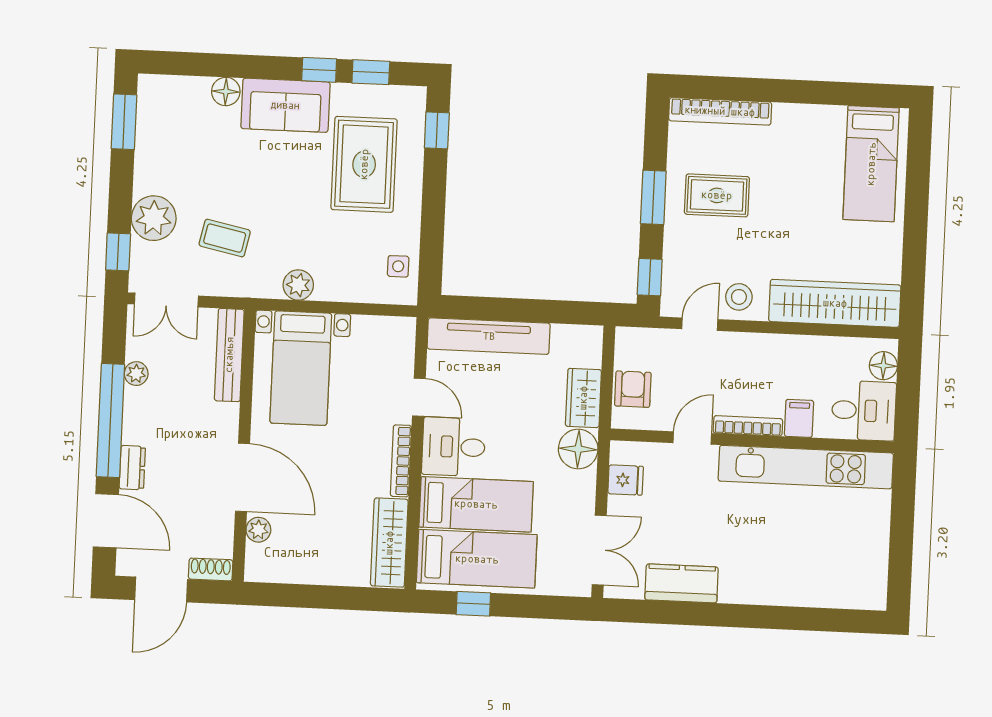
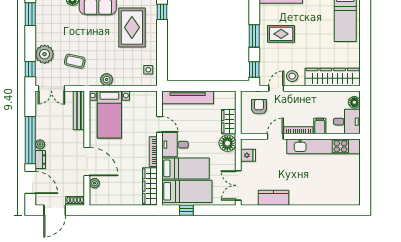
plant: (136, 374) -> (40, 144), moved
armchair: (633, 389) -> (259, 107), moved
double door: (599, 550) -> (238, 185), swing flipped

